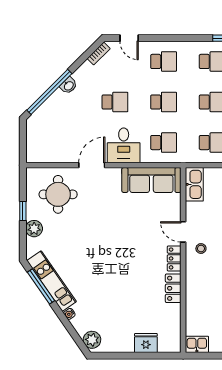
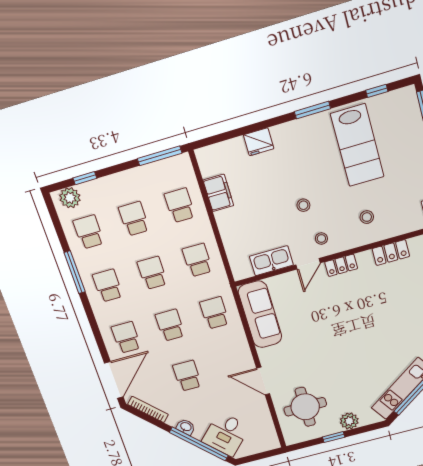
door: (129, 38) -> (114, 380), width x1.88
bookcase: (99, 54) -> (148, 409), width x1.56
desk: (124, 145) -> (226, 434), moved, turned 135
kitchen sink: (194, 184) -> (271, 261), moved
locker: (173, 288) -> (391, 253), moved
stool: (208, 290) -> (367, 217), added

